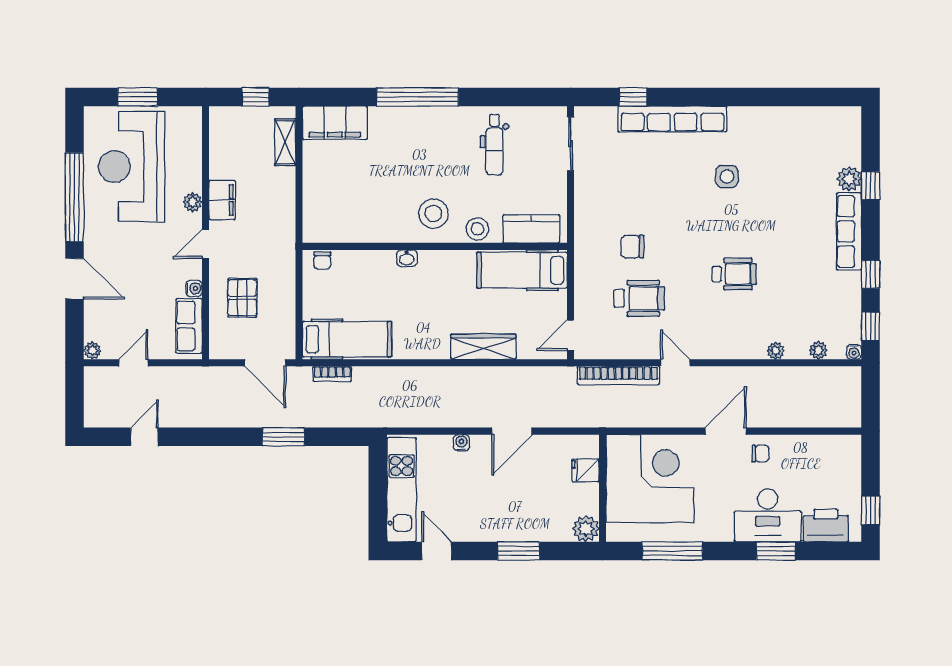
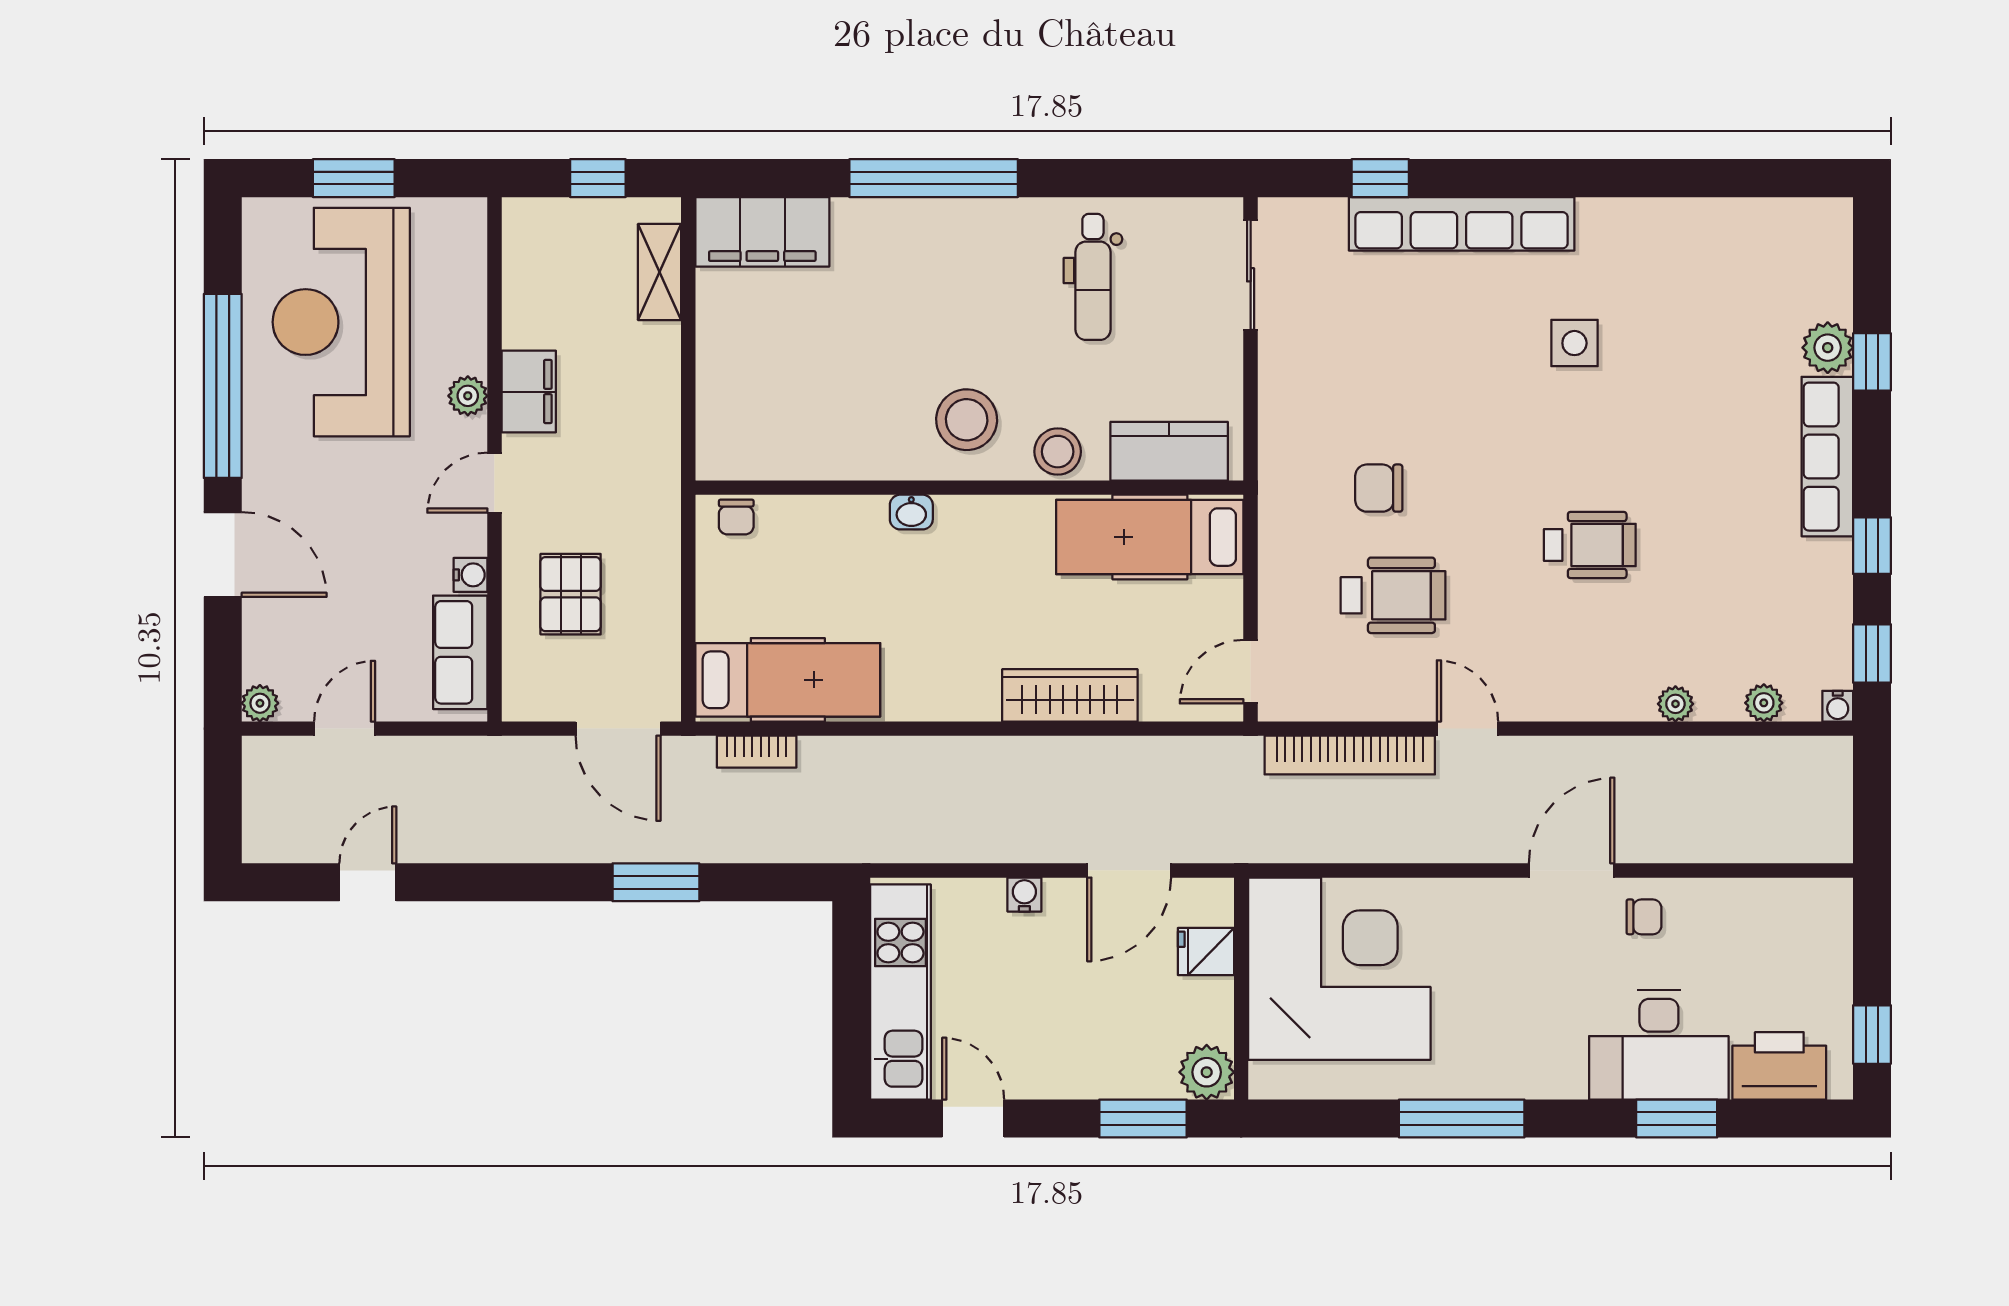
fridge: (585, 470) -> (1206, 951), moved
corner desk: (650, 479) -> (1339, 969), moved
wall: (602, 488) -> (1241, 989), moved
plant: (586, 529) -> (1207, 1072), moved

